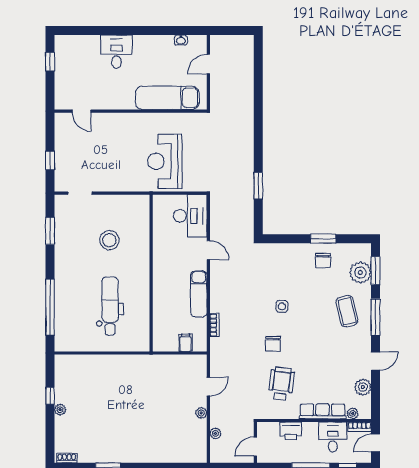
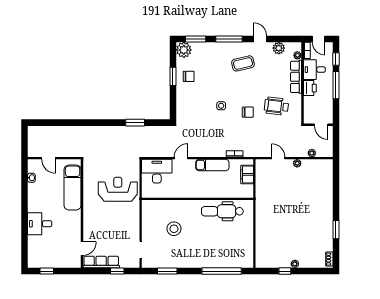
row of seats: (63, 138) -> (101, 262), added
reception desk: (165, 161) -> (118, 189), turned 180
plant: (360, 273) -> (184, 50), moved
dental chair: (110, 306) -> (222, 211), moved
coffee table: (347, 311) -> (243, 63), moved
filing cabinet: (186, 343) -> (247, 174), width x2.00
printer: (291, 431) -> (310, 88), moved

